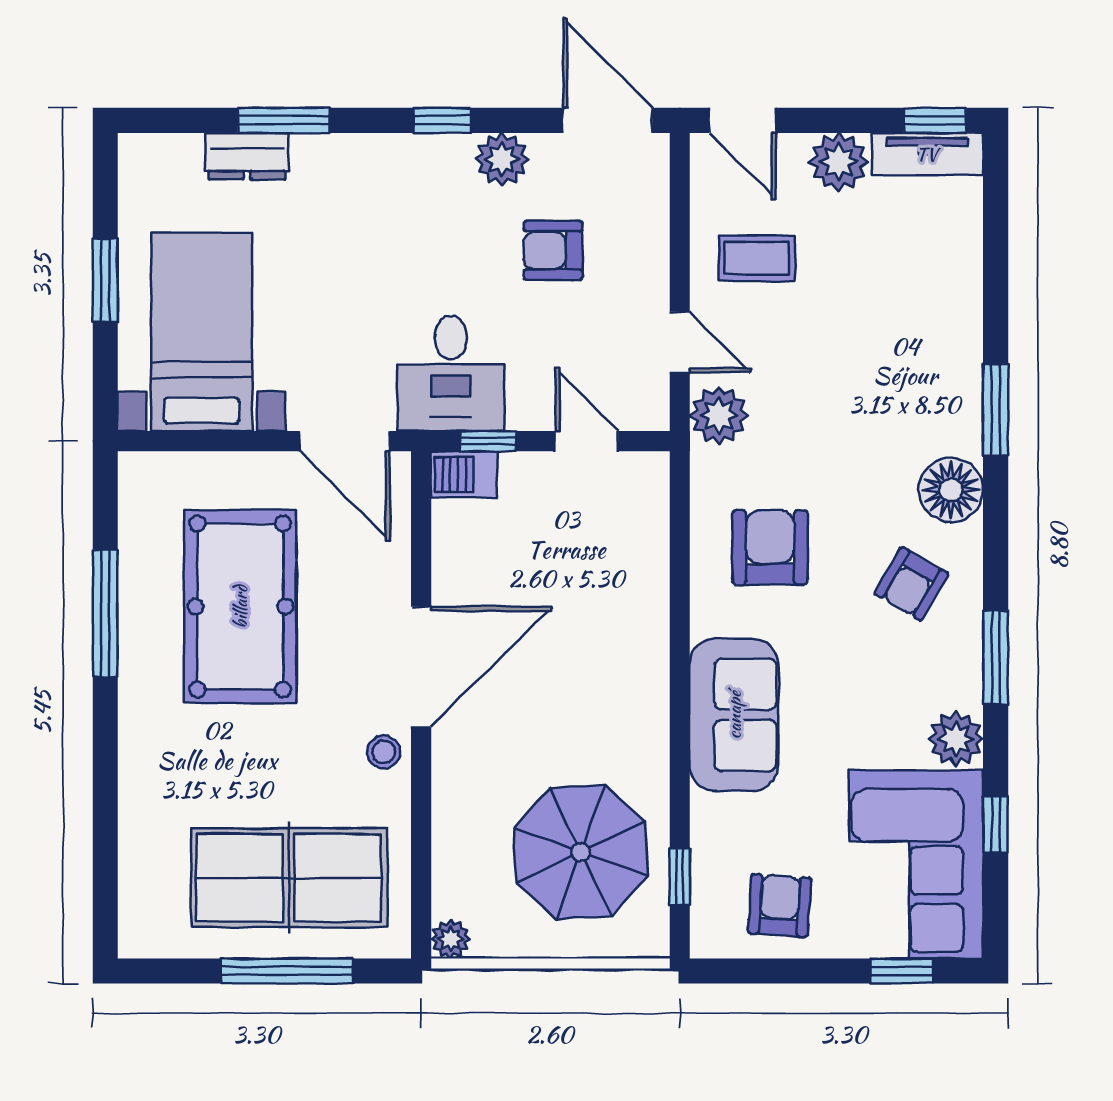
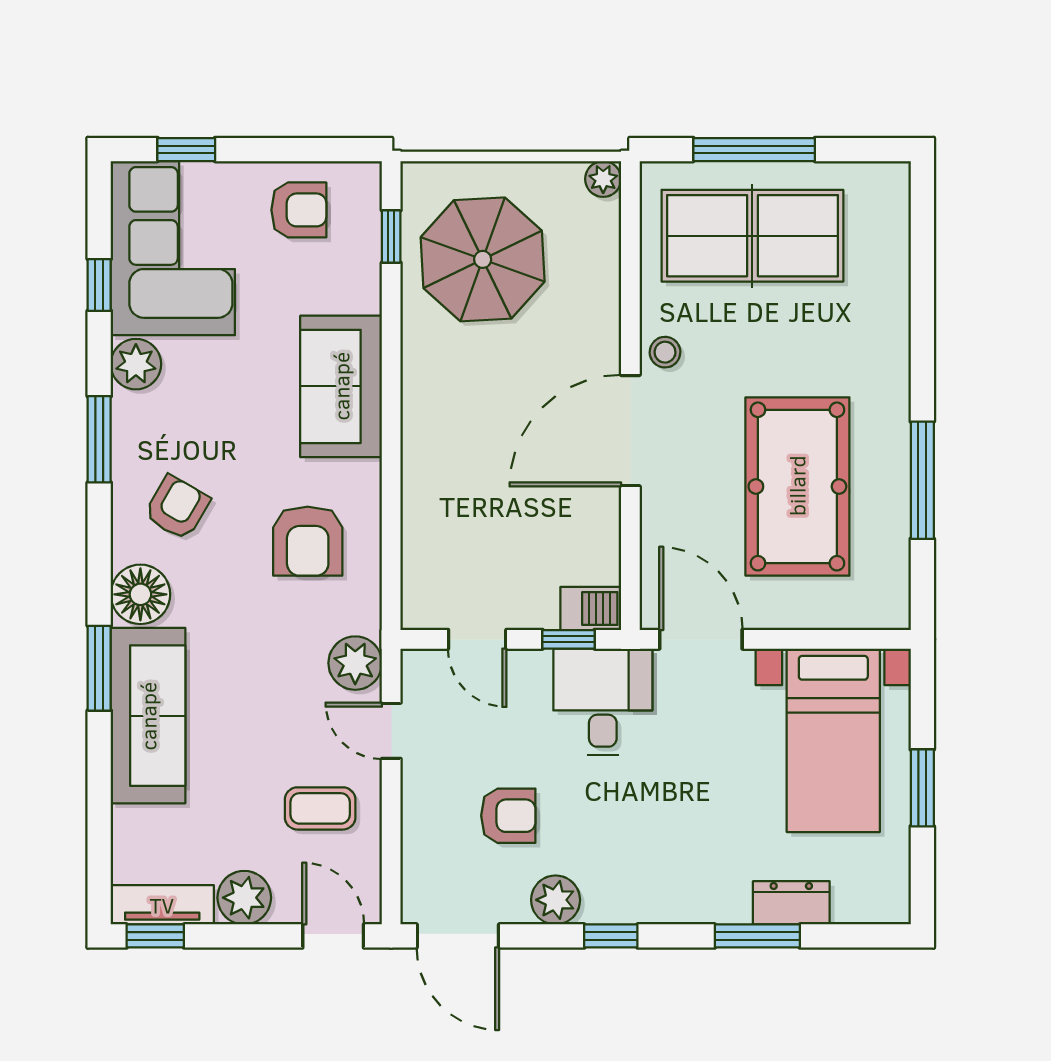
sofa: (943, 359) -> (148, 716), added
armchair: (780, 906) -> (299, 210), turned -94

